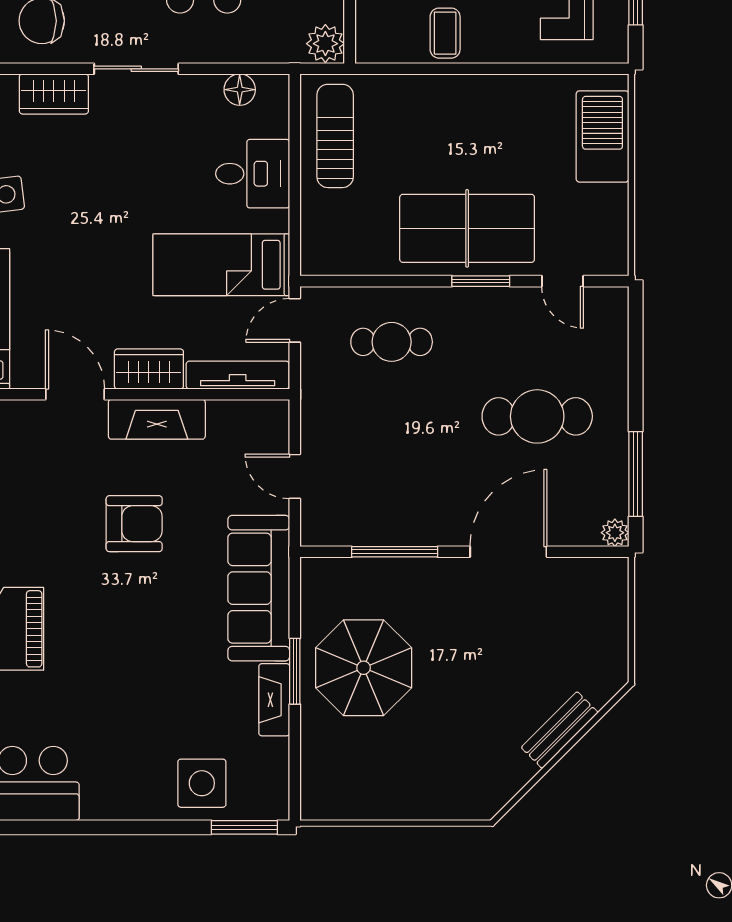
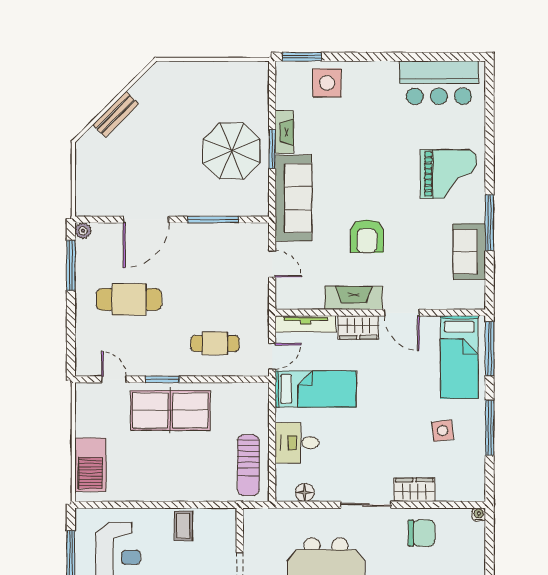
plant: (325, 44) -> (254, 520), removed
armchair: (134, 524) -> (367, 236), turned -90

